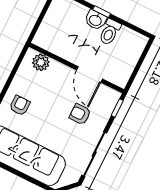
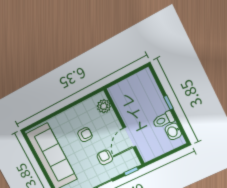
washbasin: (96, 20) -> (173, 131), moved
armchair: (20, 105) -> (85, 135), moved

